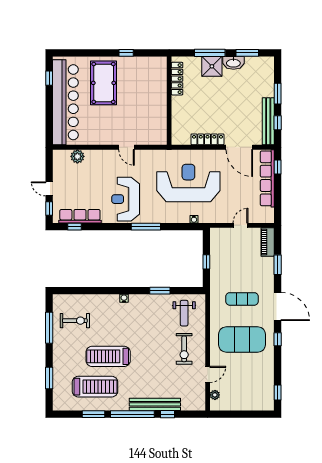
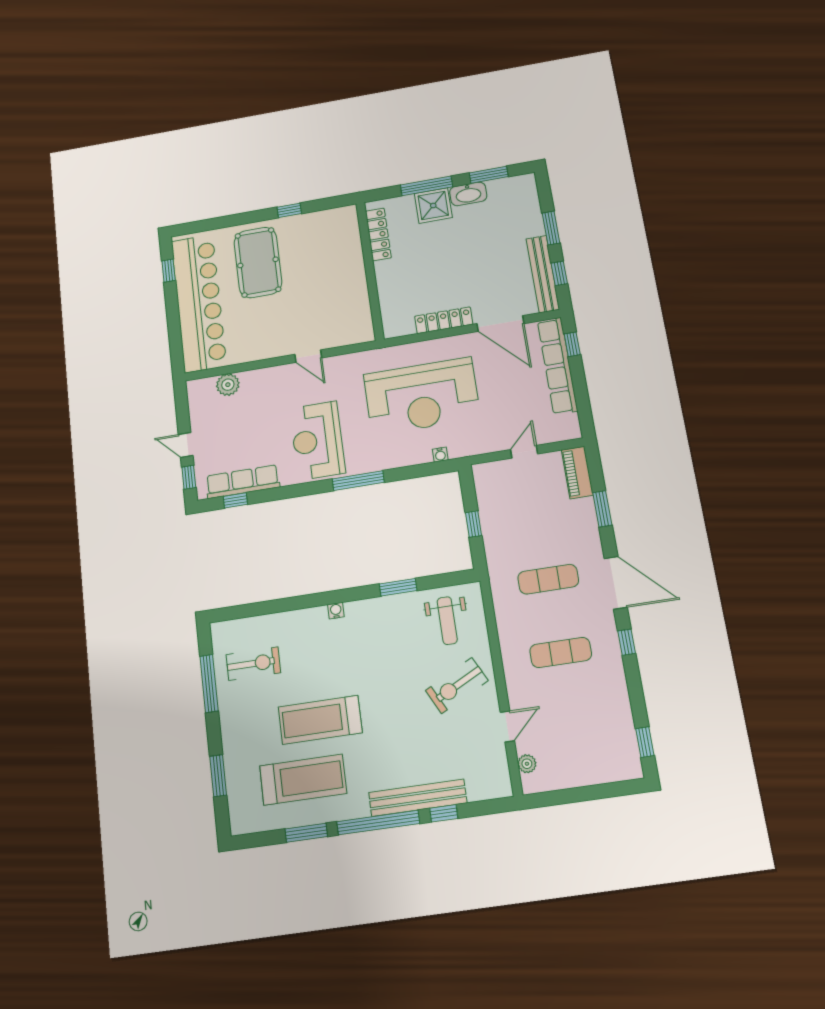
reception desk: (188, 183) -> (422, 396), turned 180
exercise mat: (242, 339) -> (561, 652), width x0.50, depth x0.69
exercise bike: (184, 349) -> (457, 686), turned 63

